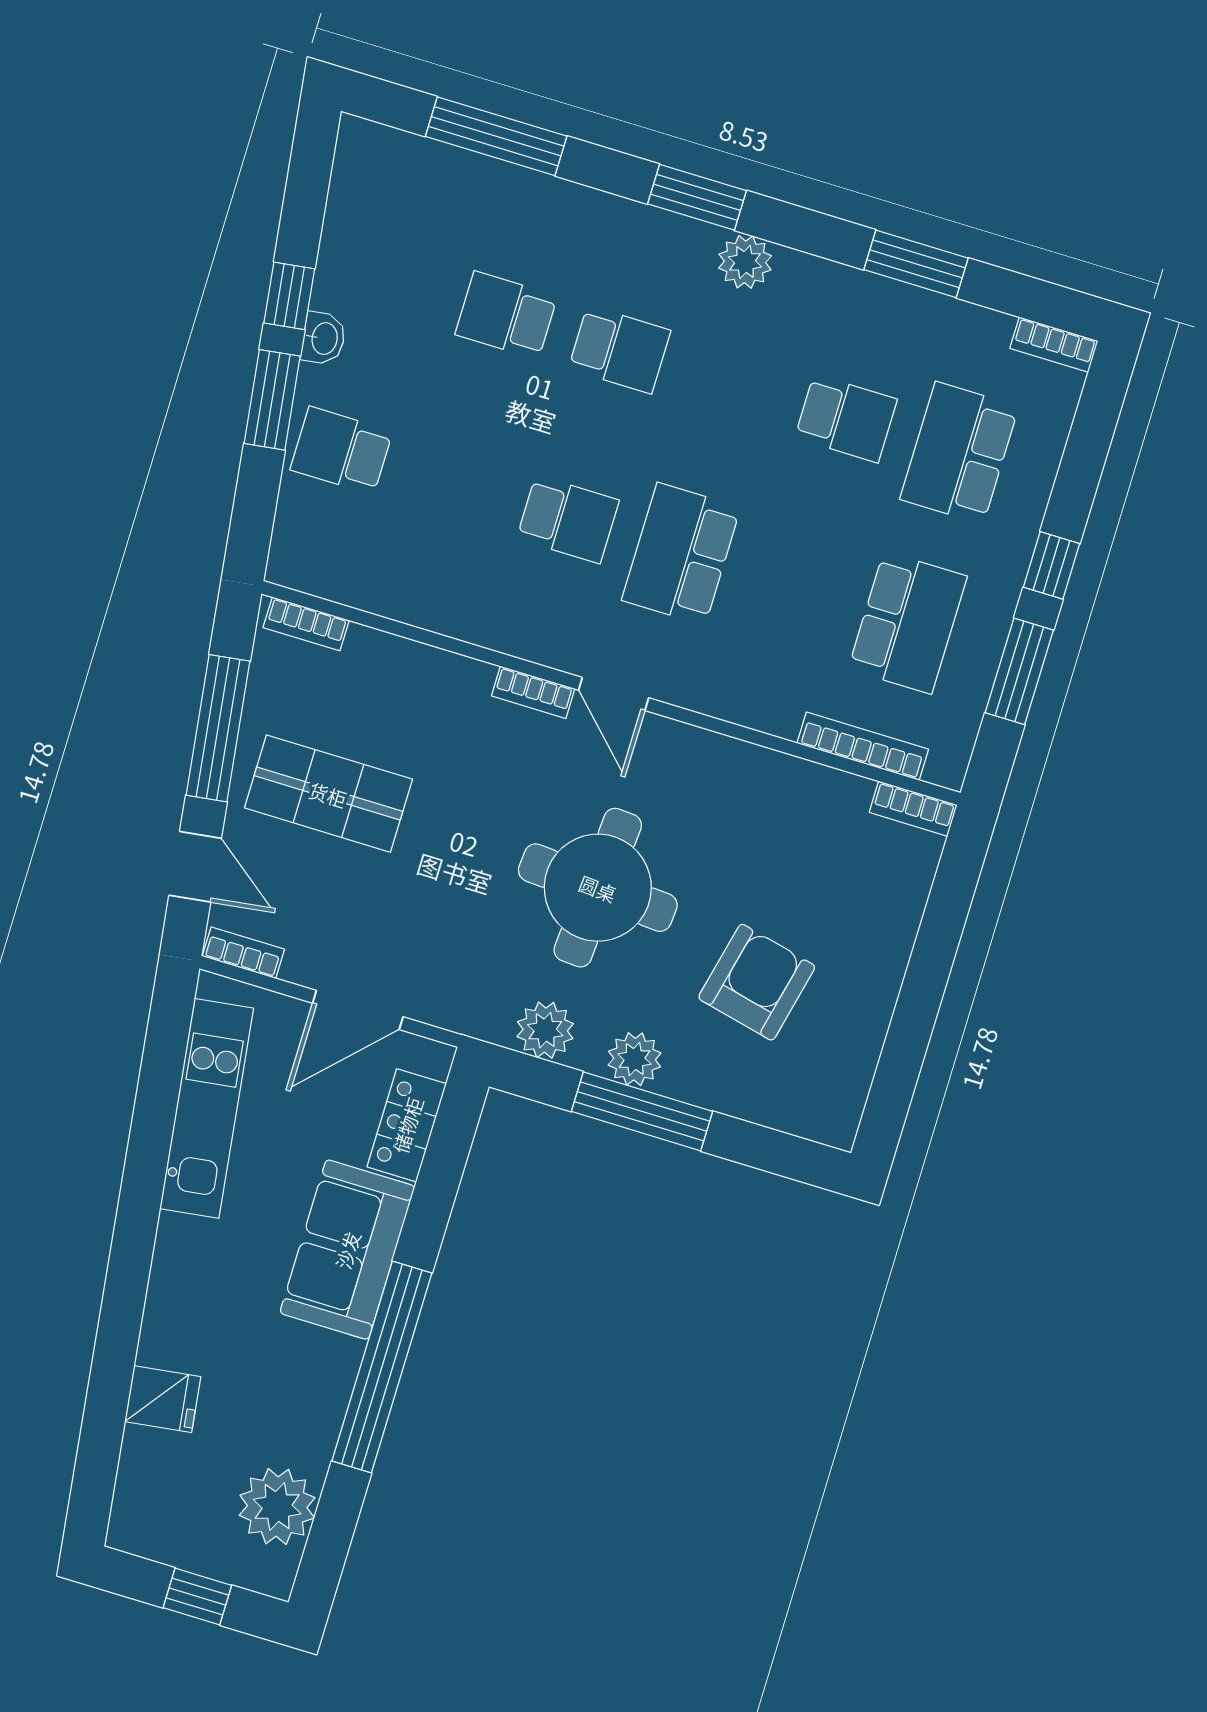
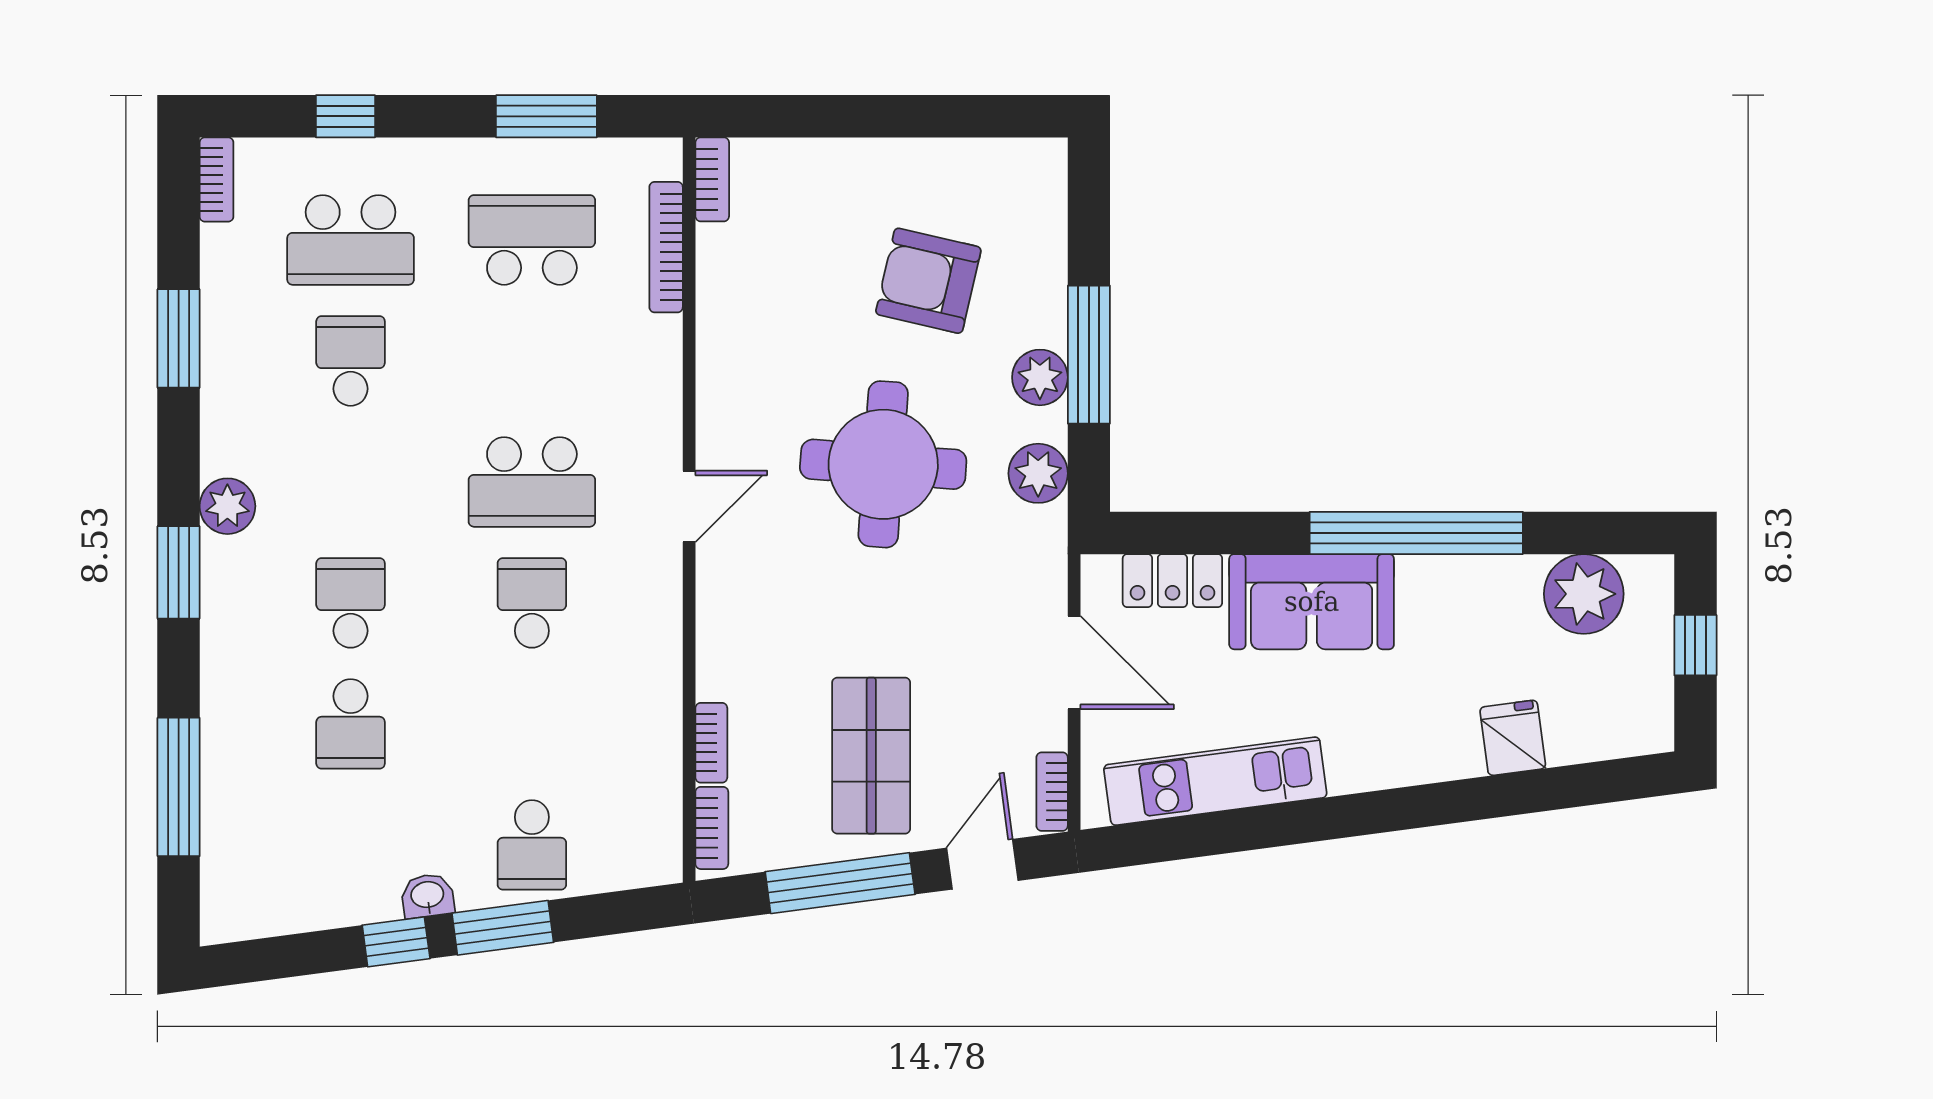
window: (1052, 565) -> (346, 116), moved
bookcase: (533, 692) -> (711, 743), moved

